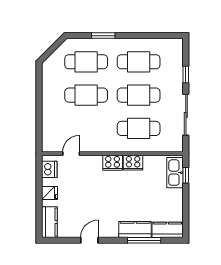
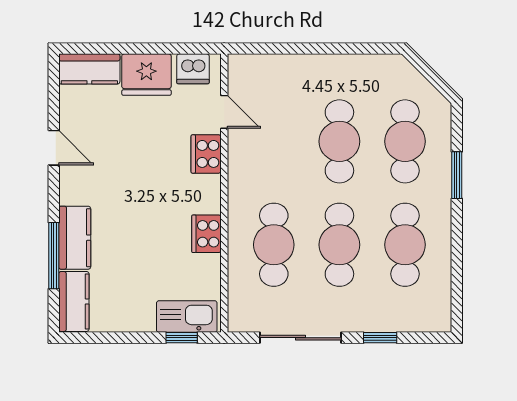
cooker: (113, 163) -> (206, 154), moved
fridge: (50, 193) -> (146, 75), width x1.88, depth x1.34

